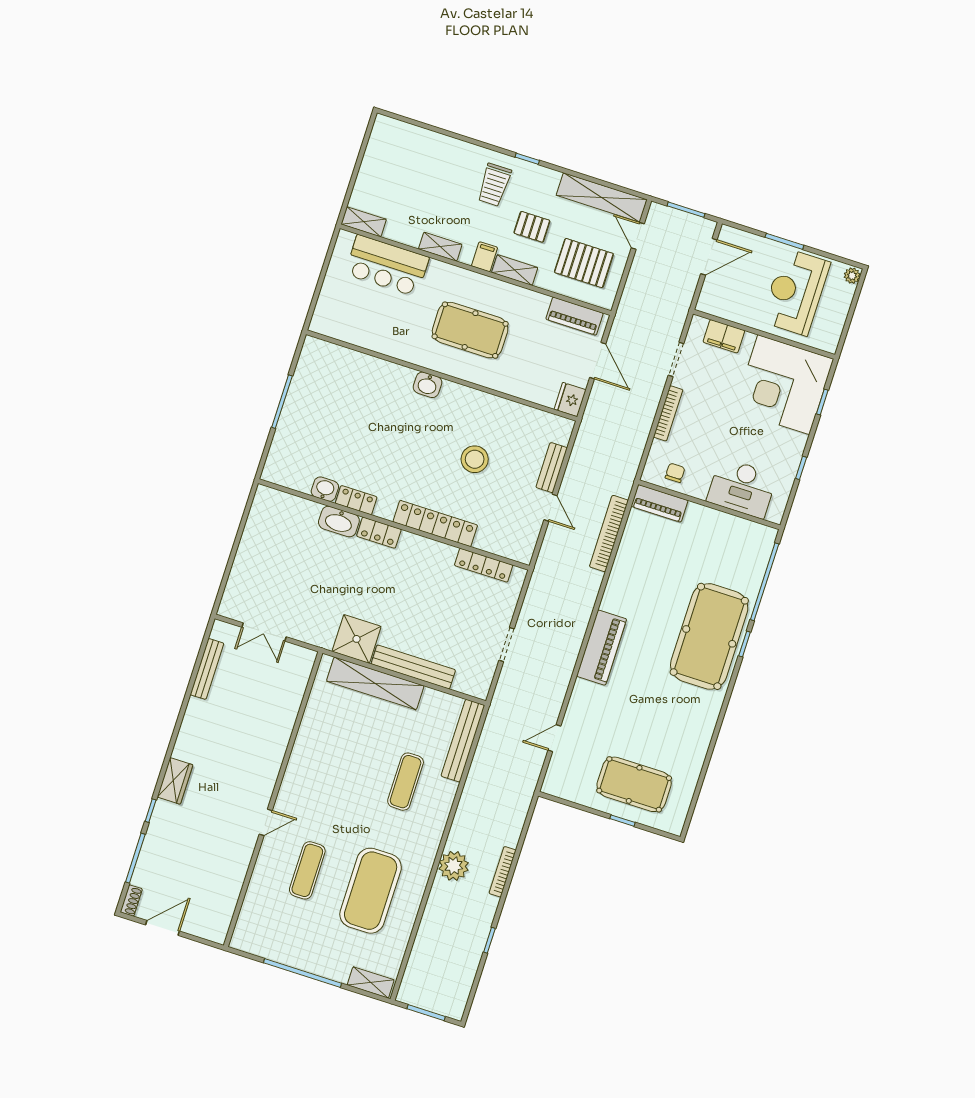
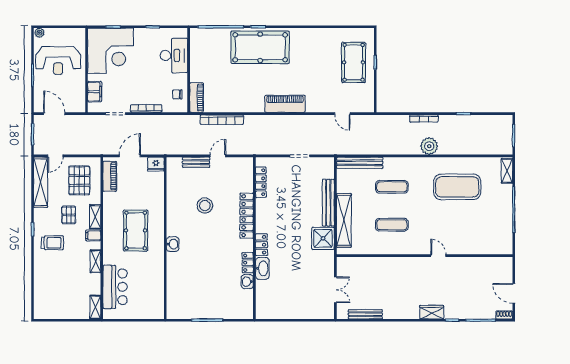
exercise mat: (307, 870) -> (392, 225), moved

